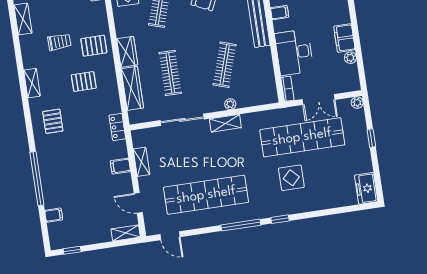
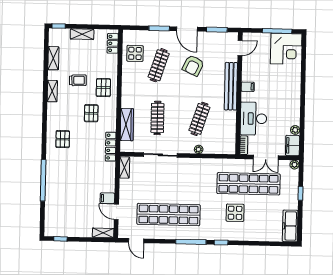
filing cabinet: (344, 38) -> (293, 145), moved
pallet: (94, 46) -> (103, 88), turned 90
wardrobe: (127, 52) -> (128, 96), removed
pallet: (84, 81) -> (91, 113), turned 90
shelving: (32, 83) -> (52, 91), moved
shelving: (225, 123) -> (192, 163), removed
locker: (117, 127) -> (111, 147), width x1.53
shelving: (141, 162) -> (124, 167), moved
filing cabinet: (120, 166) -> (107, 198), moved
freezer: (366, 188) -> (290, 226), width x1.40
filing cabinet: (54, 215) -> (51, 210), removed

